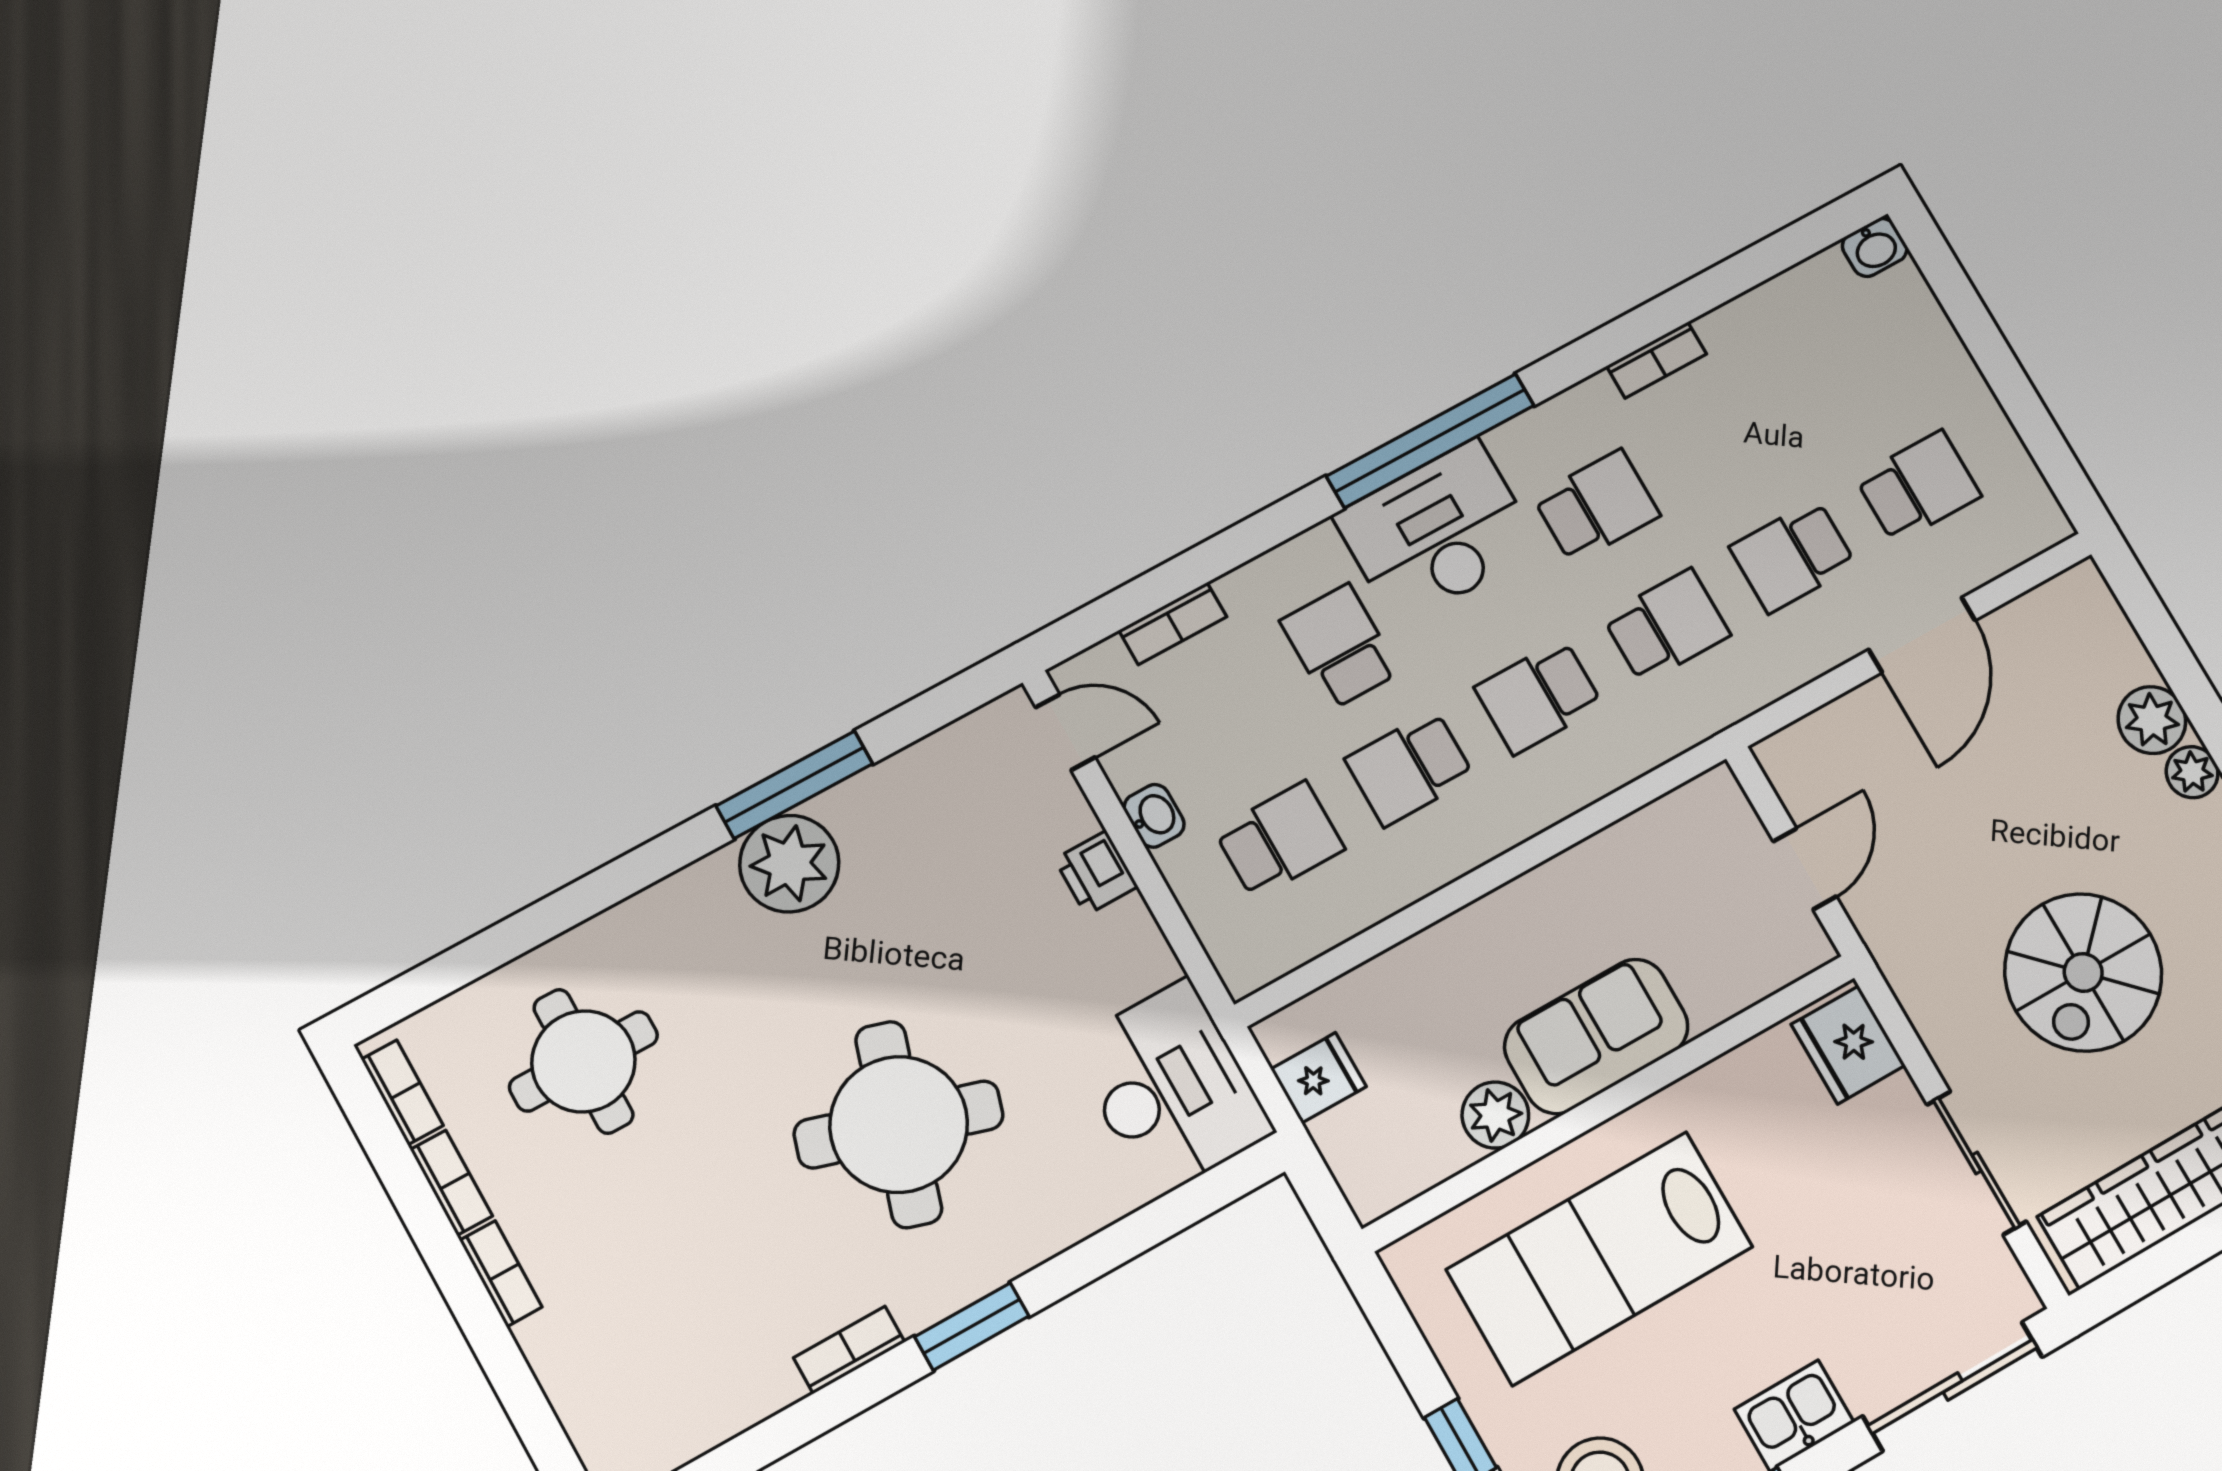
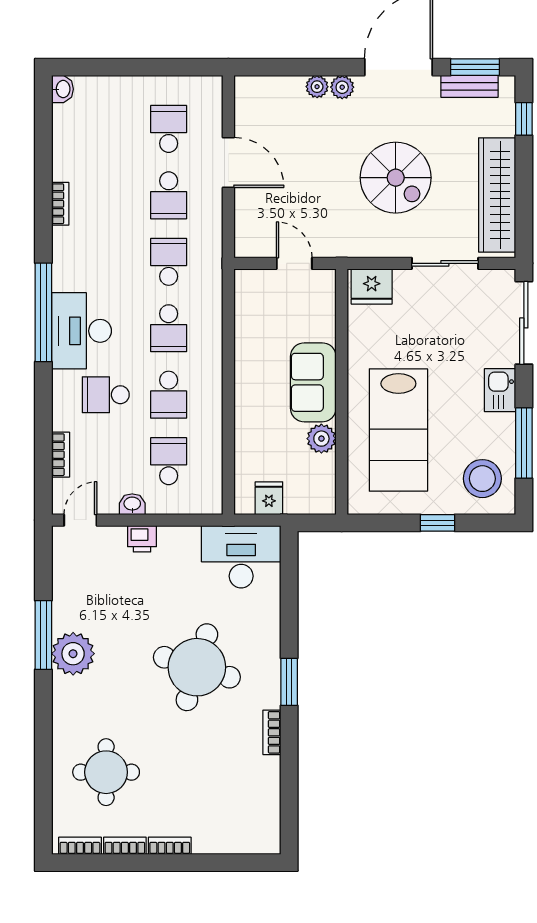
school desk: (1596, 506) -> (106, 262), removed
plant: (2152, 720) -> (317, 87), width x0.73, depth x0.73

